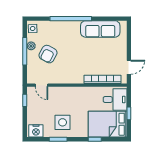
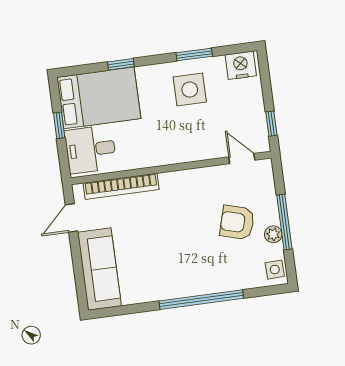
sofa: (100, 29) -> (99, 269), moved, turned 90
armchair: (48, 54) -> (237, 222), turned -102

